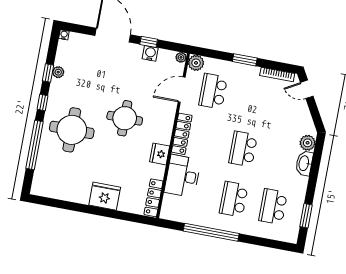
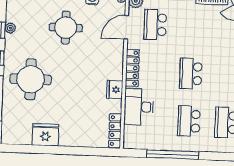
round table: (125, 118) -> (66, 28), moved
fridge: (105, 196) -> (45, 135), moved

